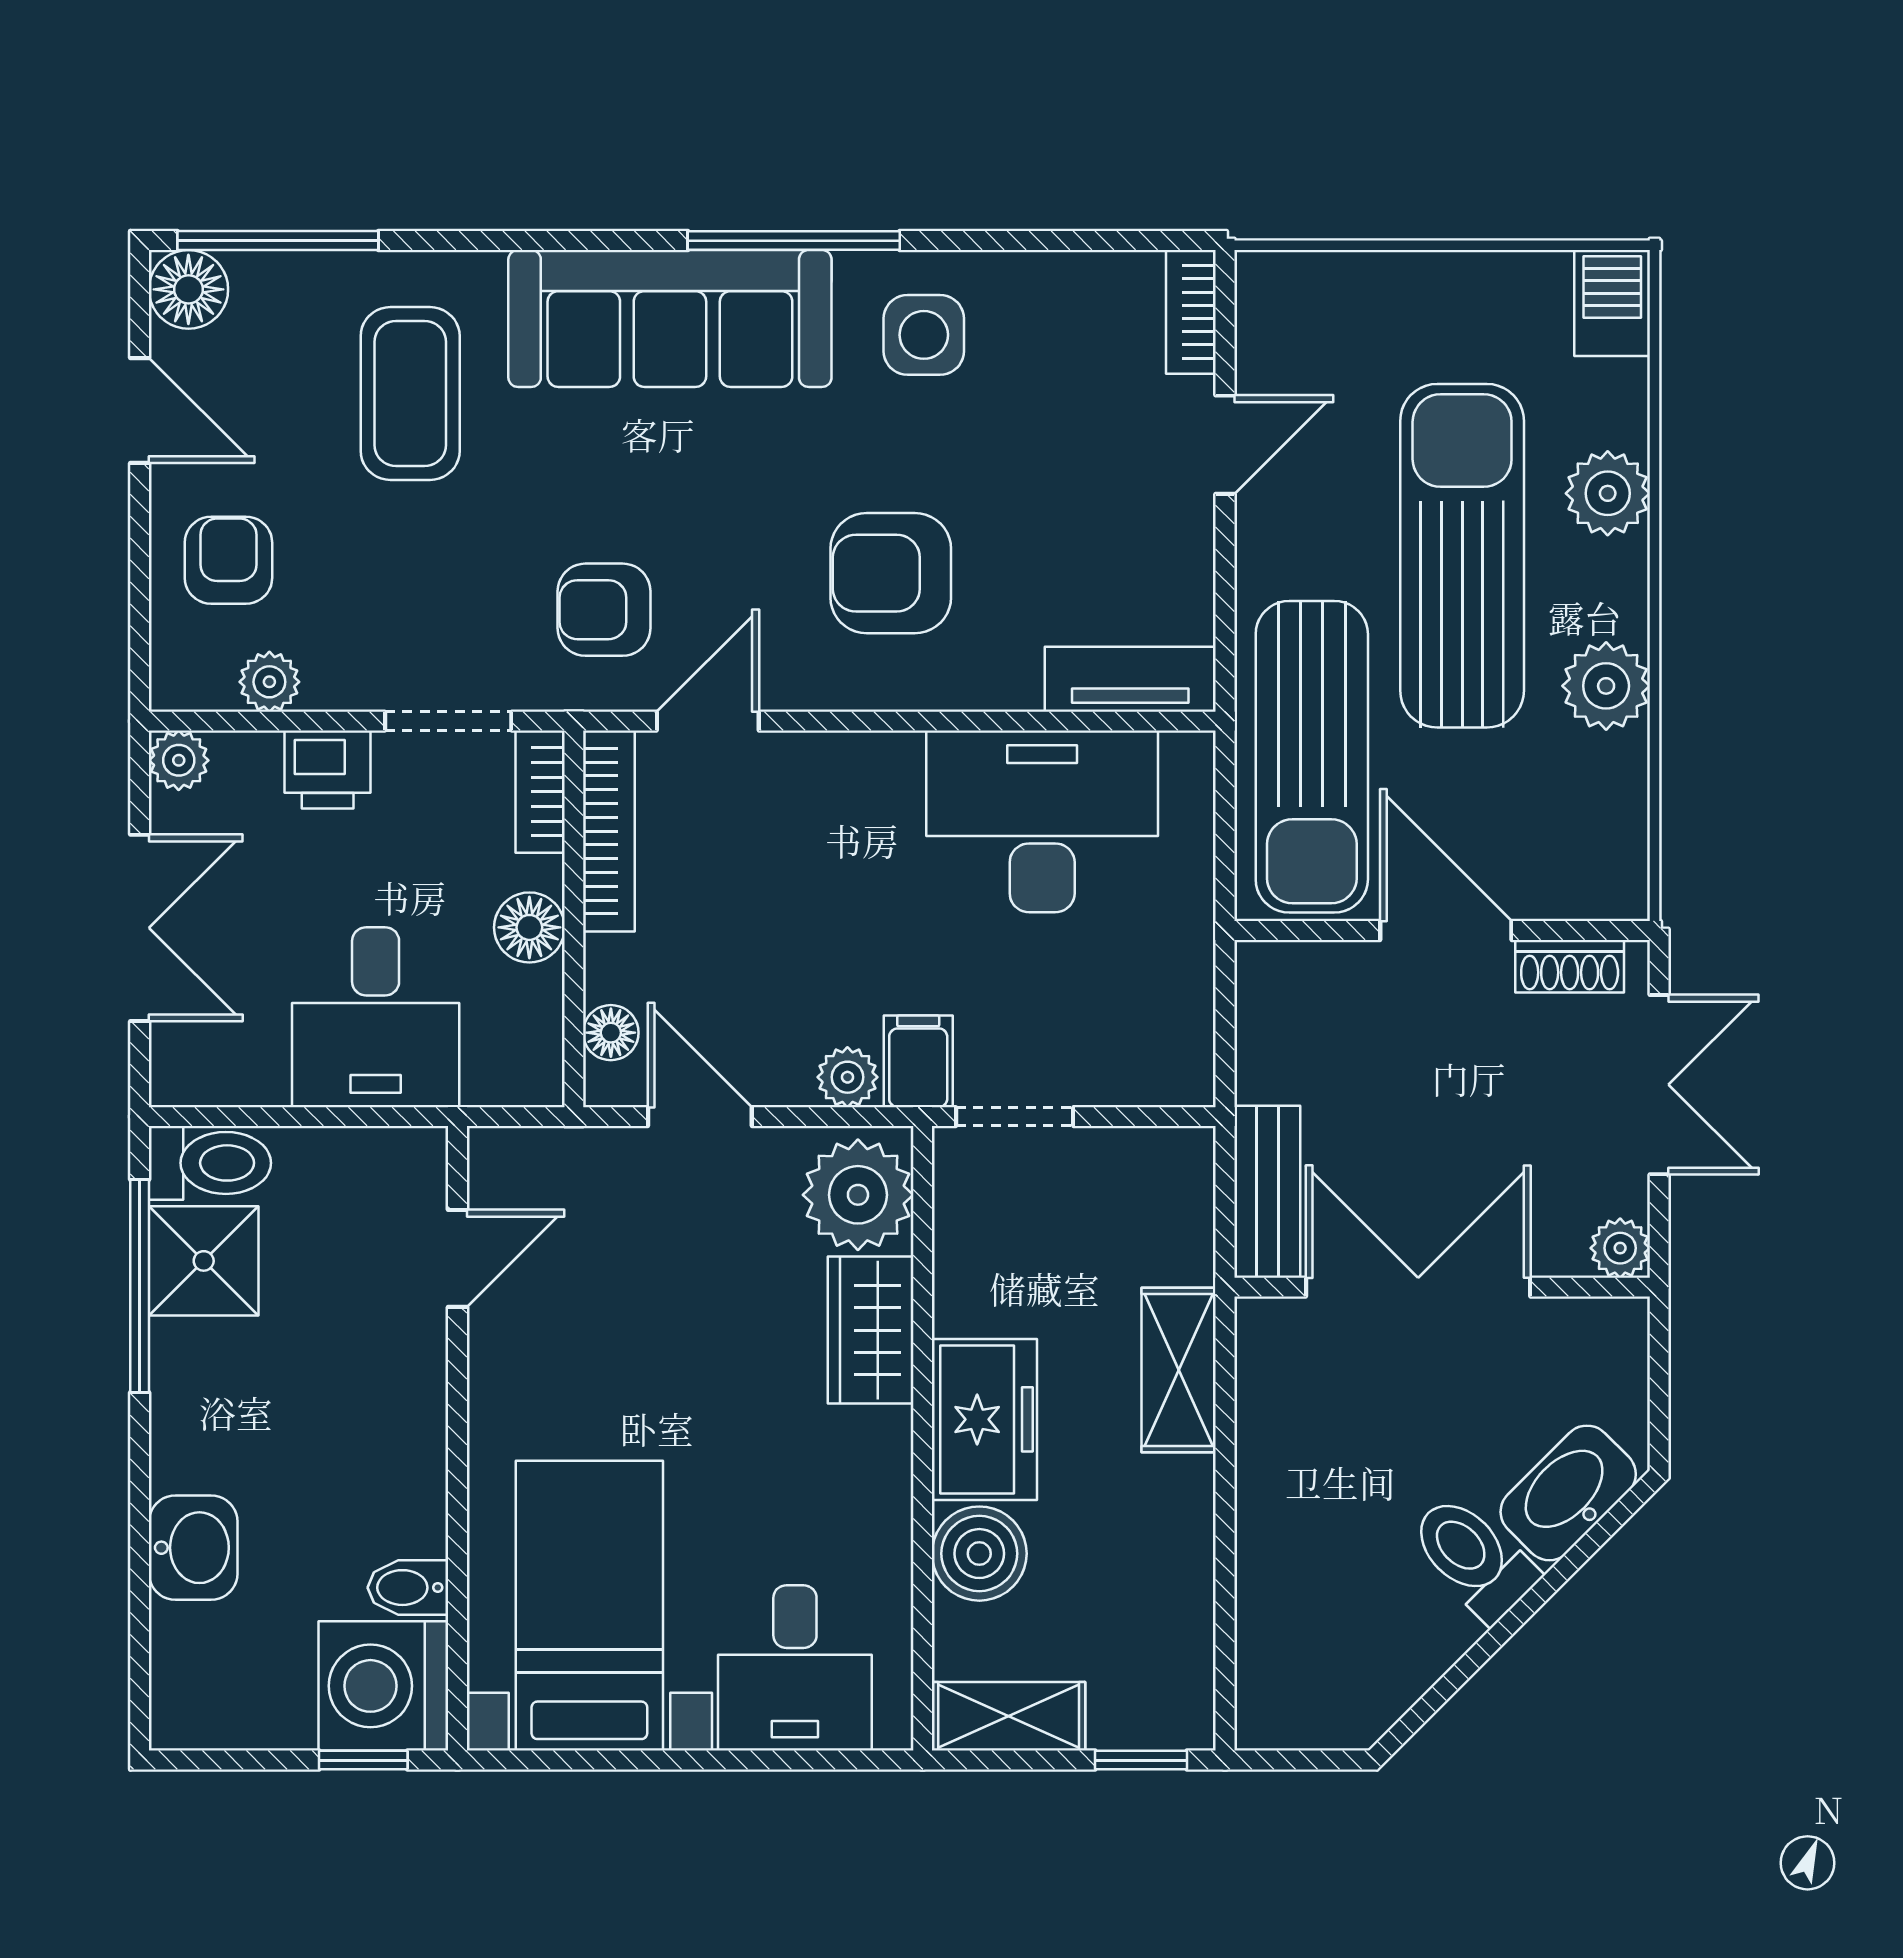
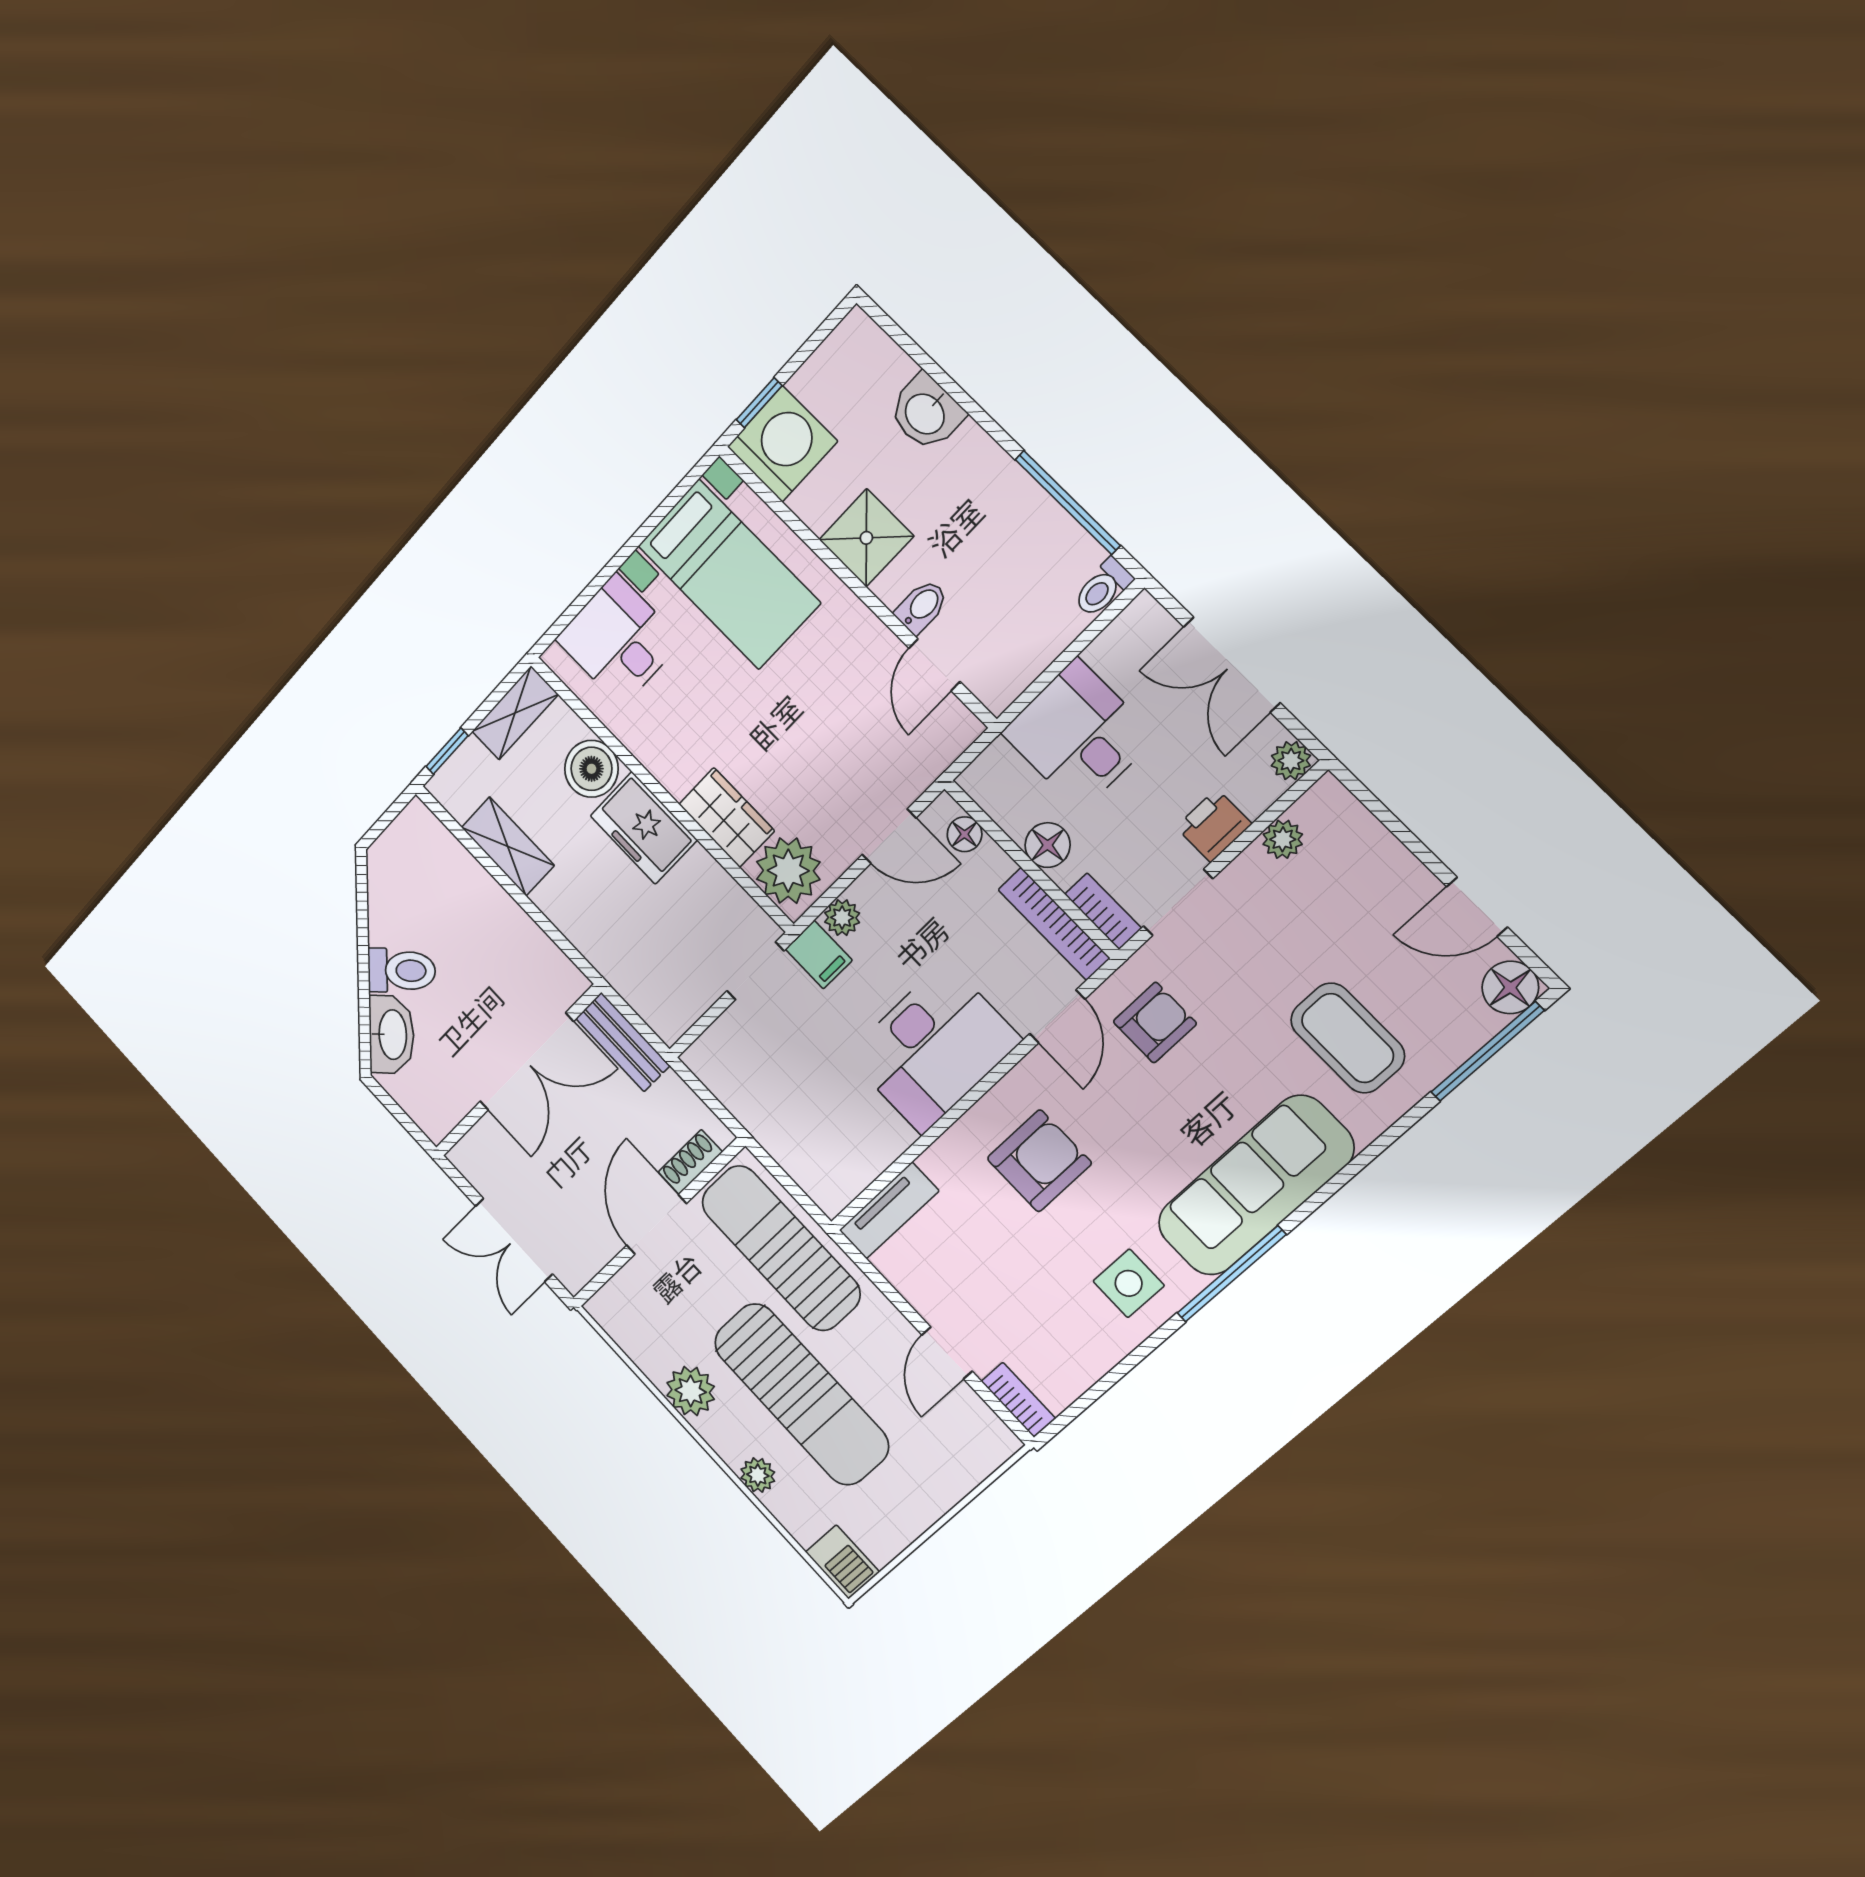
plant: (1608, 493) -> (758, 1475), width x0.73, depth x0.73
armchair: (228, 560) -> (1360, 877), removed
desk: (1042, 821) -> (933, 1048), moved
door: (1446, 931) -> (657, 1224), swing flipped
shoe rack: (1570, 966) -> (690, 1162), moved
toilet: (210, 1163) -> (1103, 588), width x0.73, depth x0.72
plant: (1620, 1248) -> (466, 1156), removed
shower: (204, 1261) -> (866, 538), moved
shelving: (1179, 1370) -> (508, 846), moved
bidet: (408, 1588) -> (922, 607), moved

